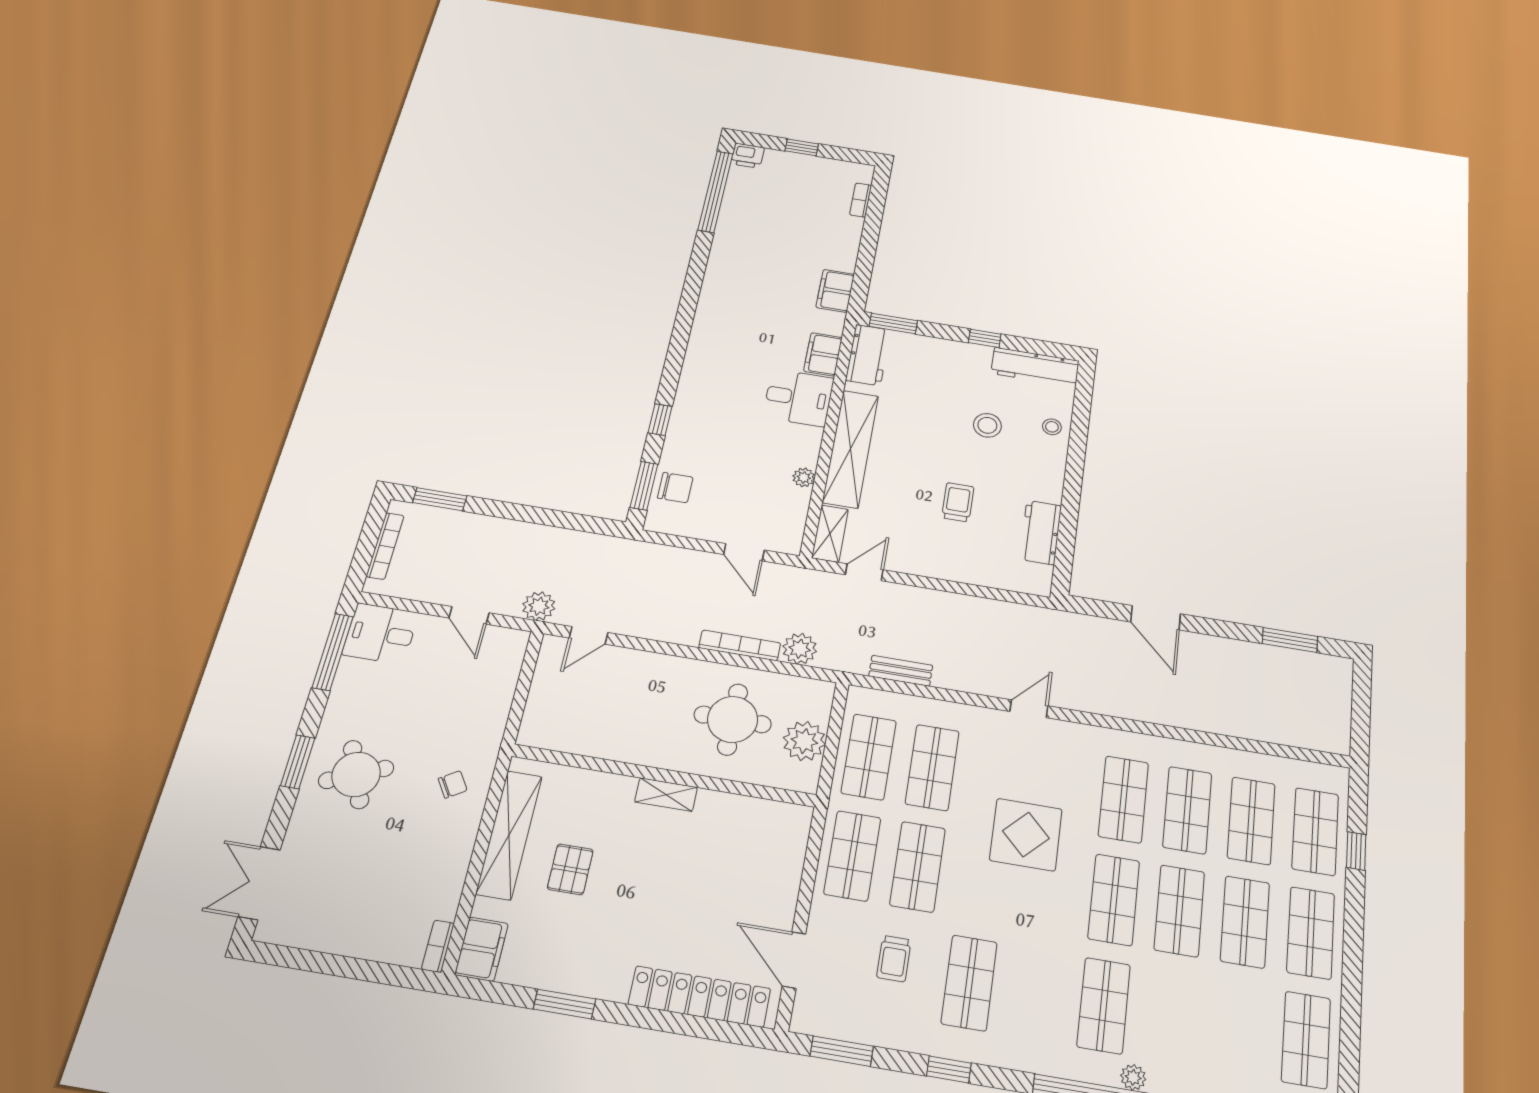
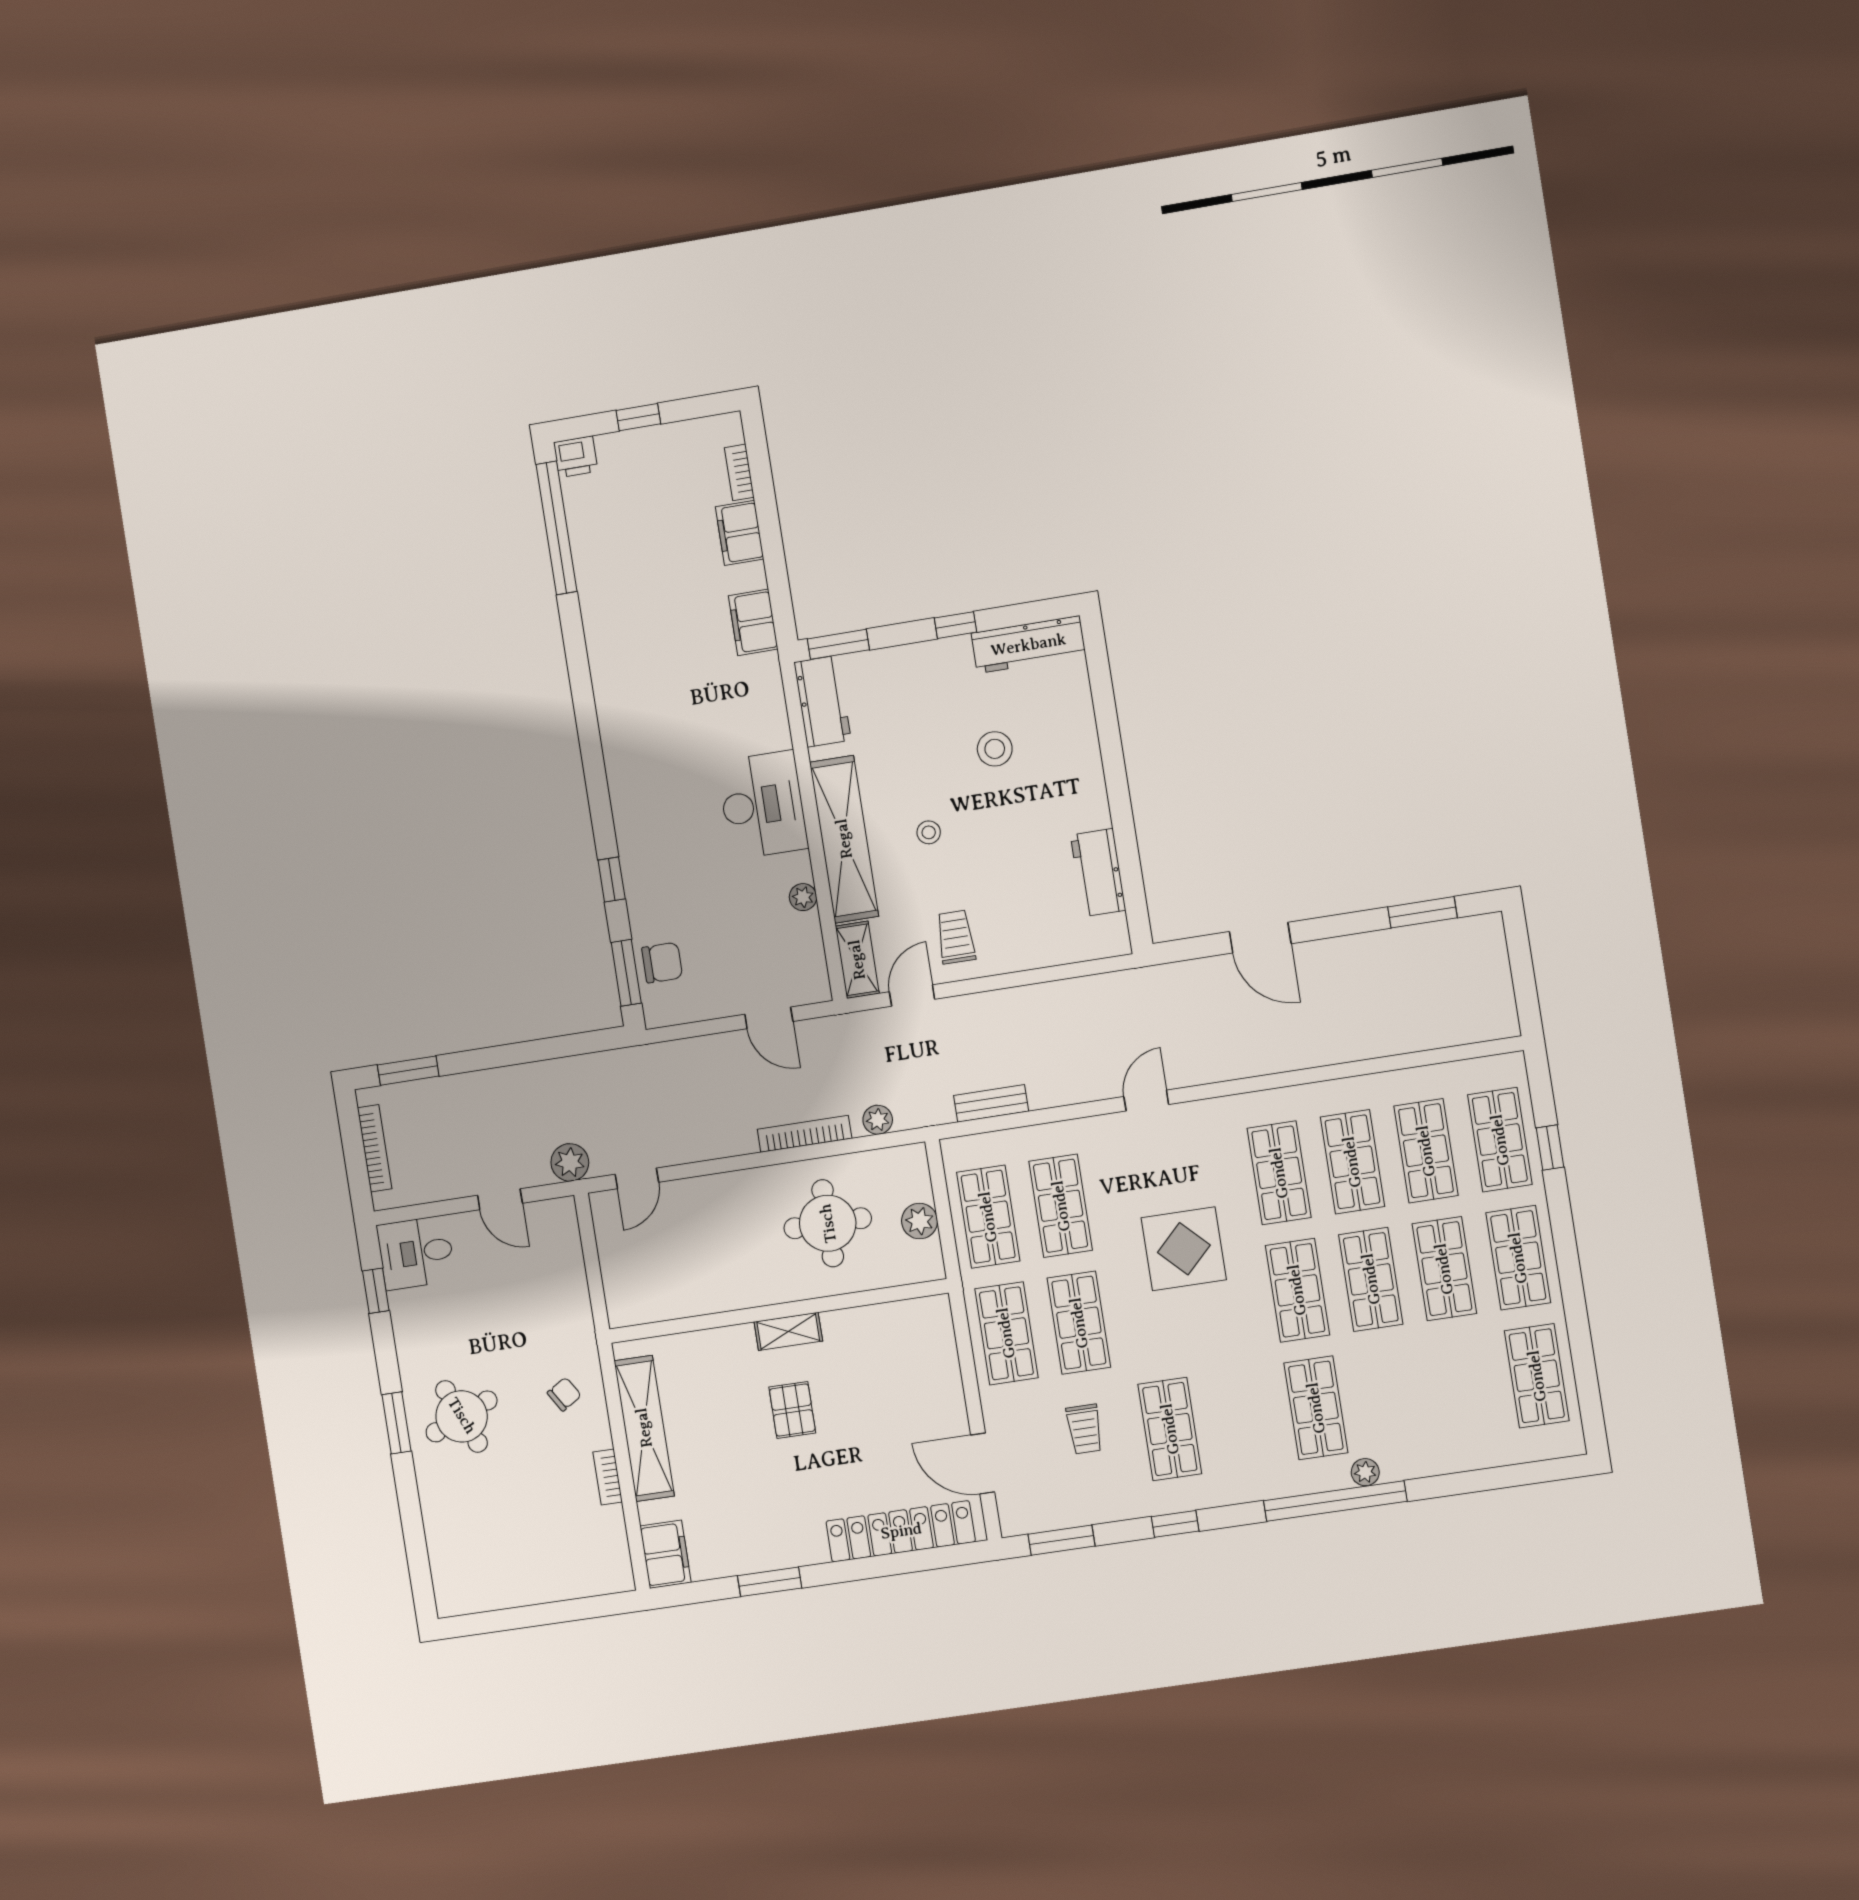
filing cabinet: (823, 354) -> (740, 533), moved
desk: (798, 398) -> (763, 805), width x1.37
stool: (1052, 427) -> (929, 832), moved
trolley: (958, 502) -> (956, 937), moved
plant: (800, 649) -> (878, 1120), width x0.73, depth x0.73
window: (333, 652) -> (376, 1291), width x0.46
plant: (804, 741) -> (920, 1221), width x0.73, depth x0.73
pallet: (570, 869) -> (792, 1410), moved
double door: (259, 883) -> (418, 1560), removed
bookcase: (438, 946) -> (608, 1477), moved

